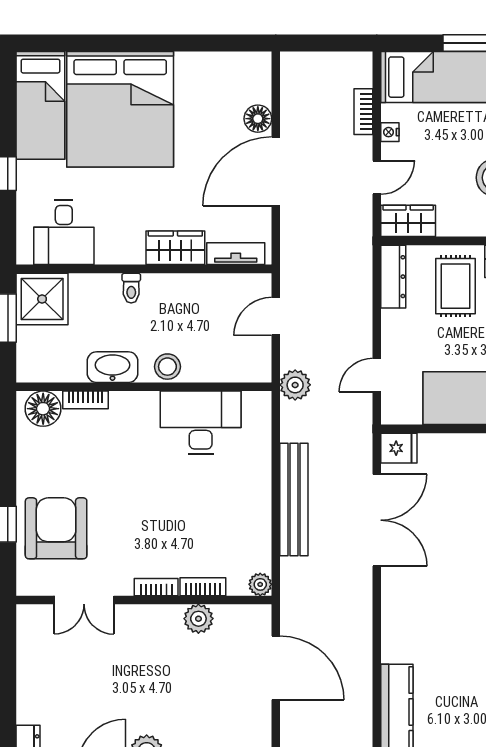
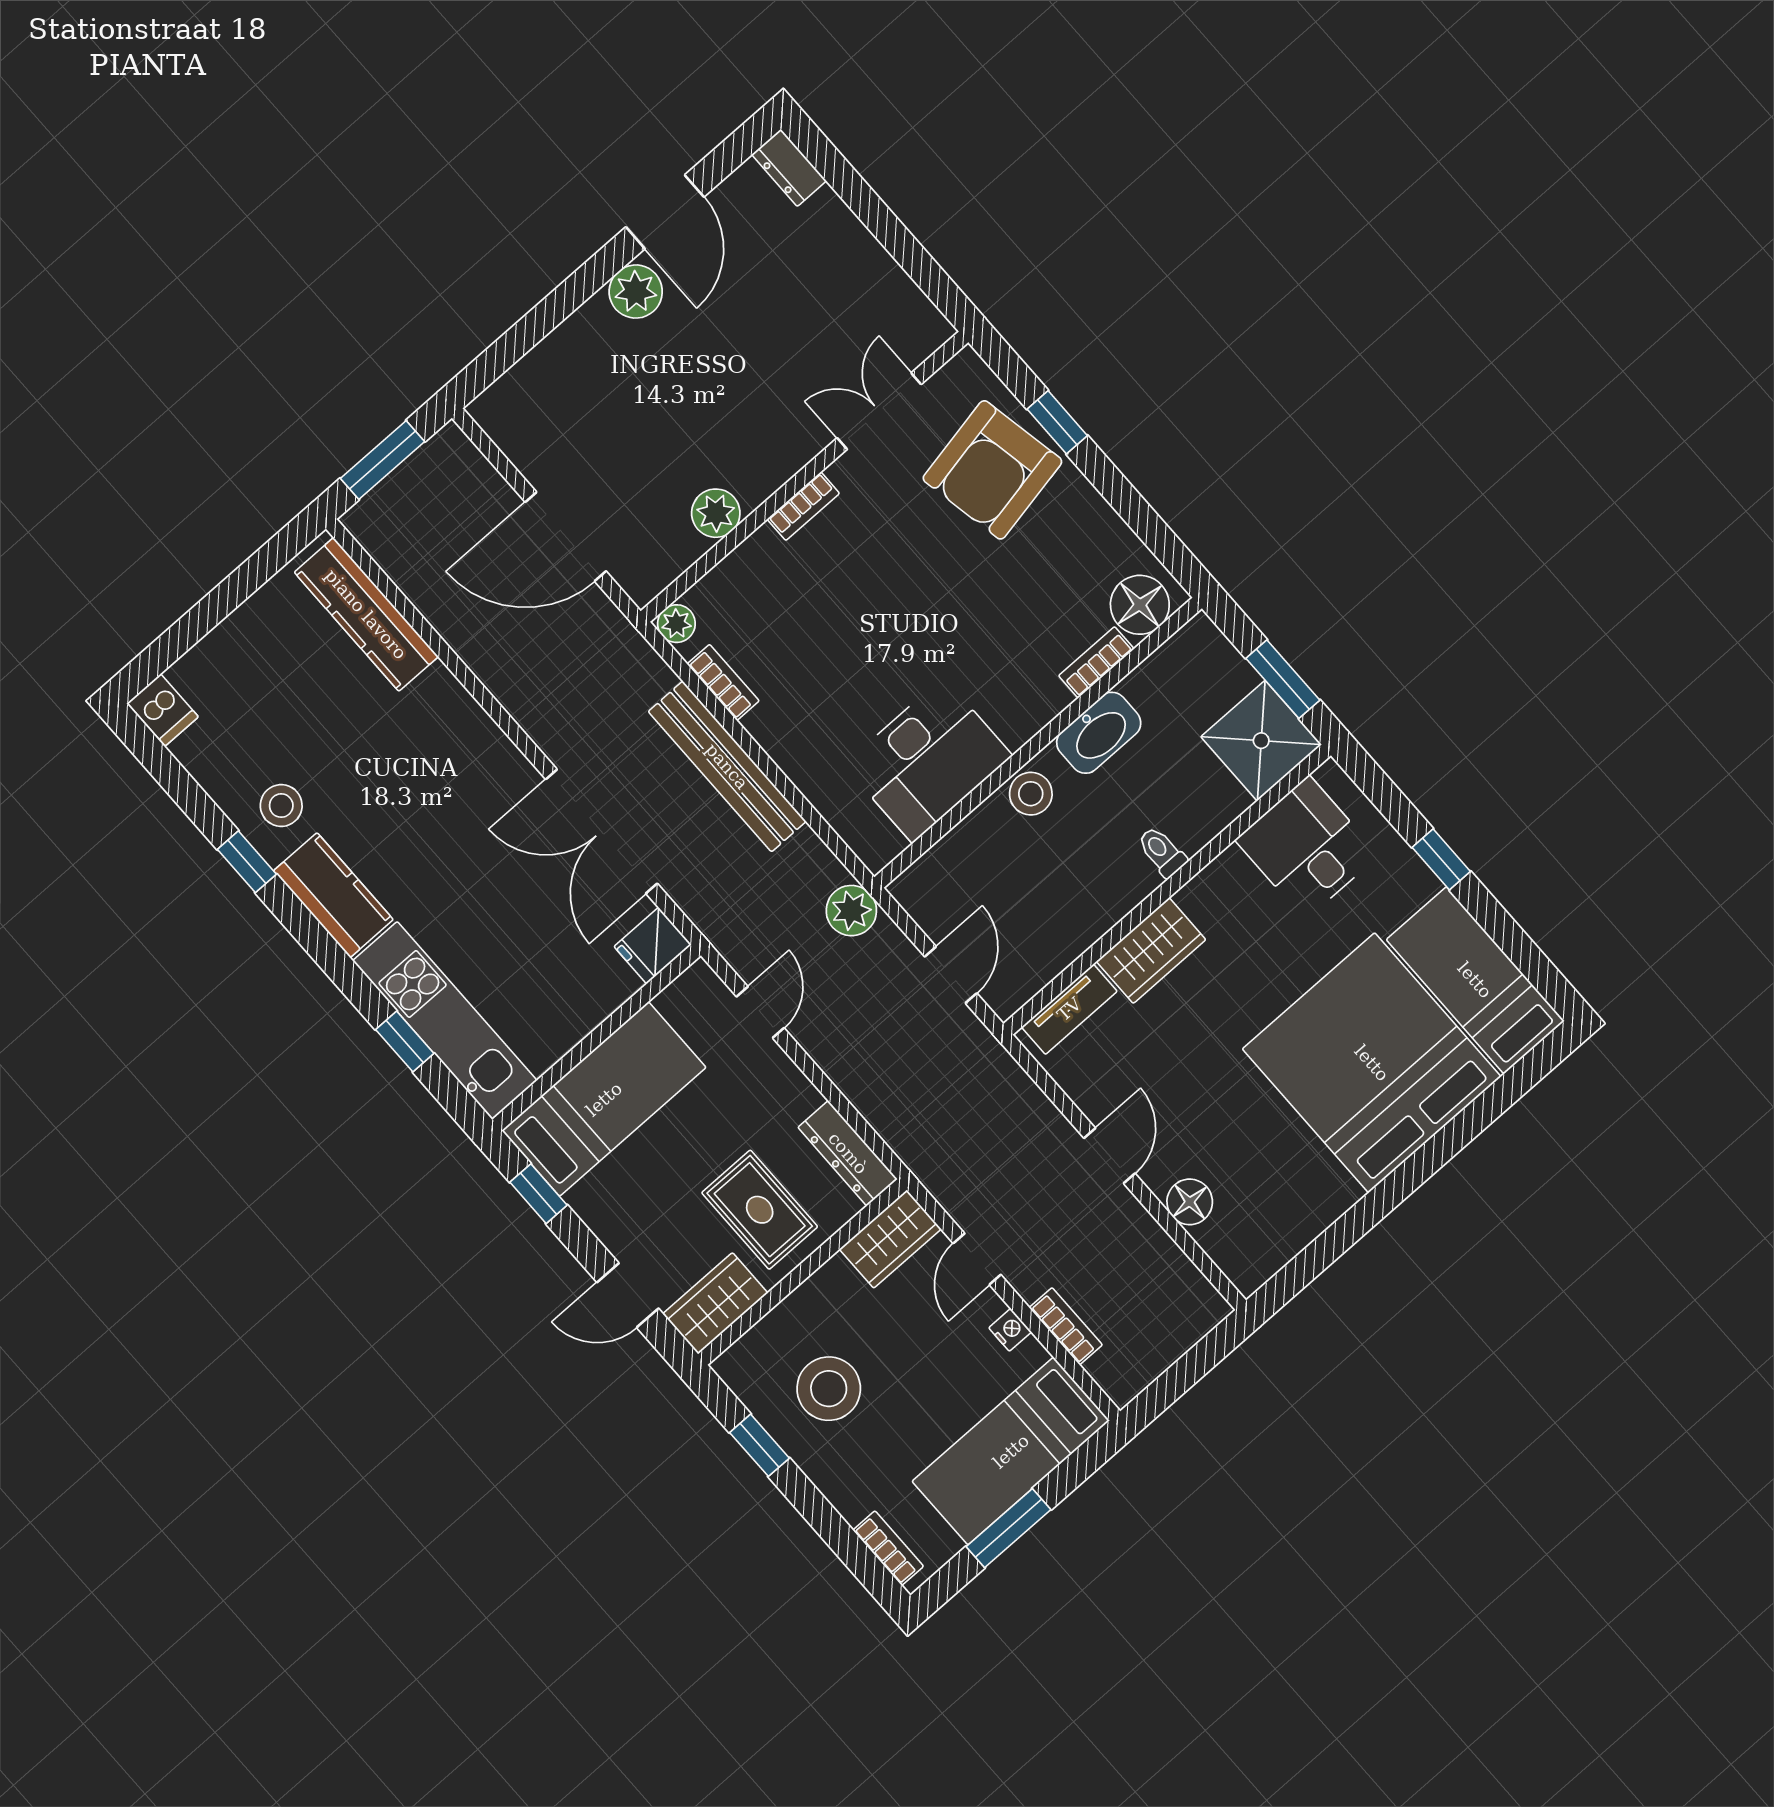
door: (276, 171) -> (1110, 1156), width x0.53
armchair: (56, 528) -> (992, 470), turned 79
bookcase: (203, 587) -> (723, 682), moved, turned -90

